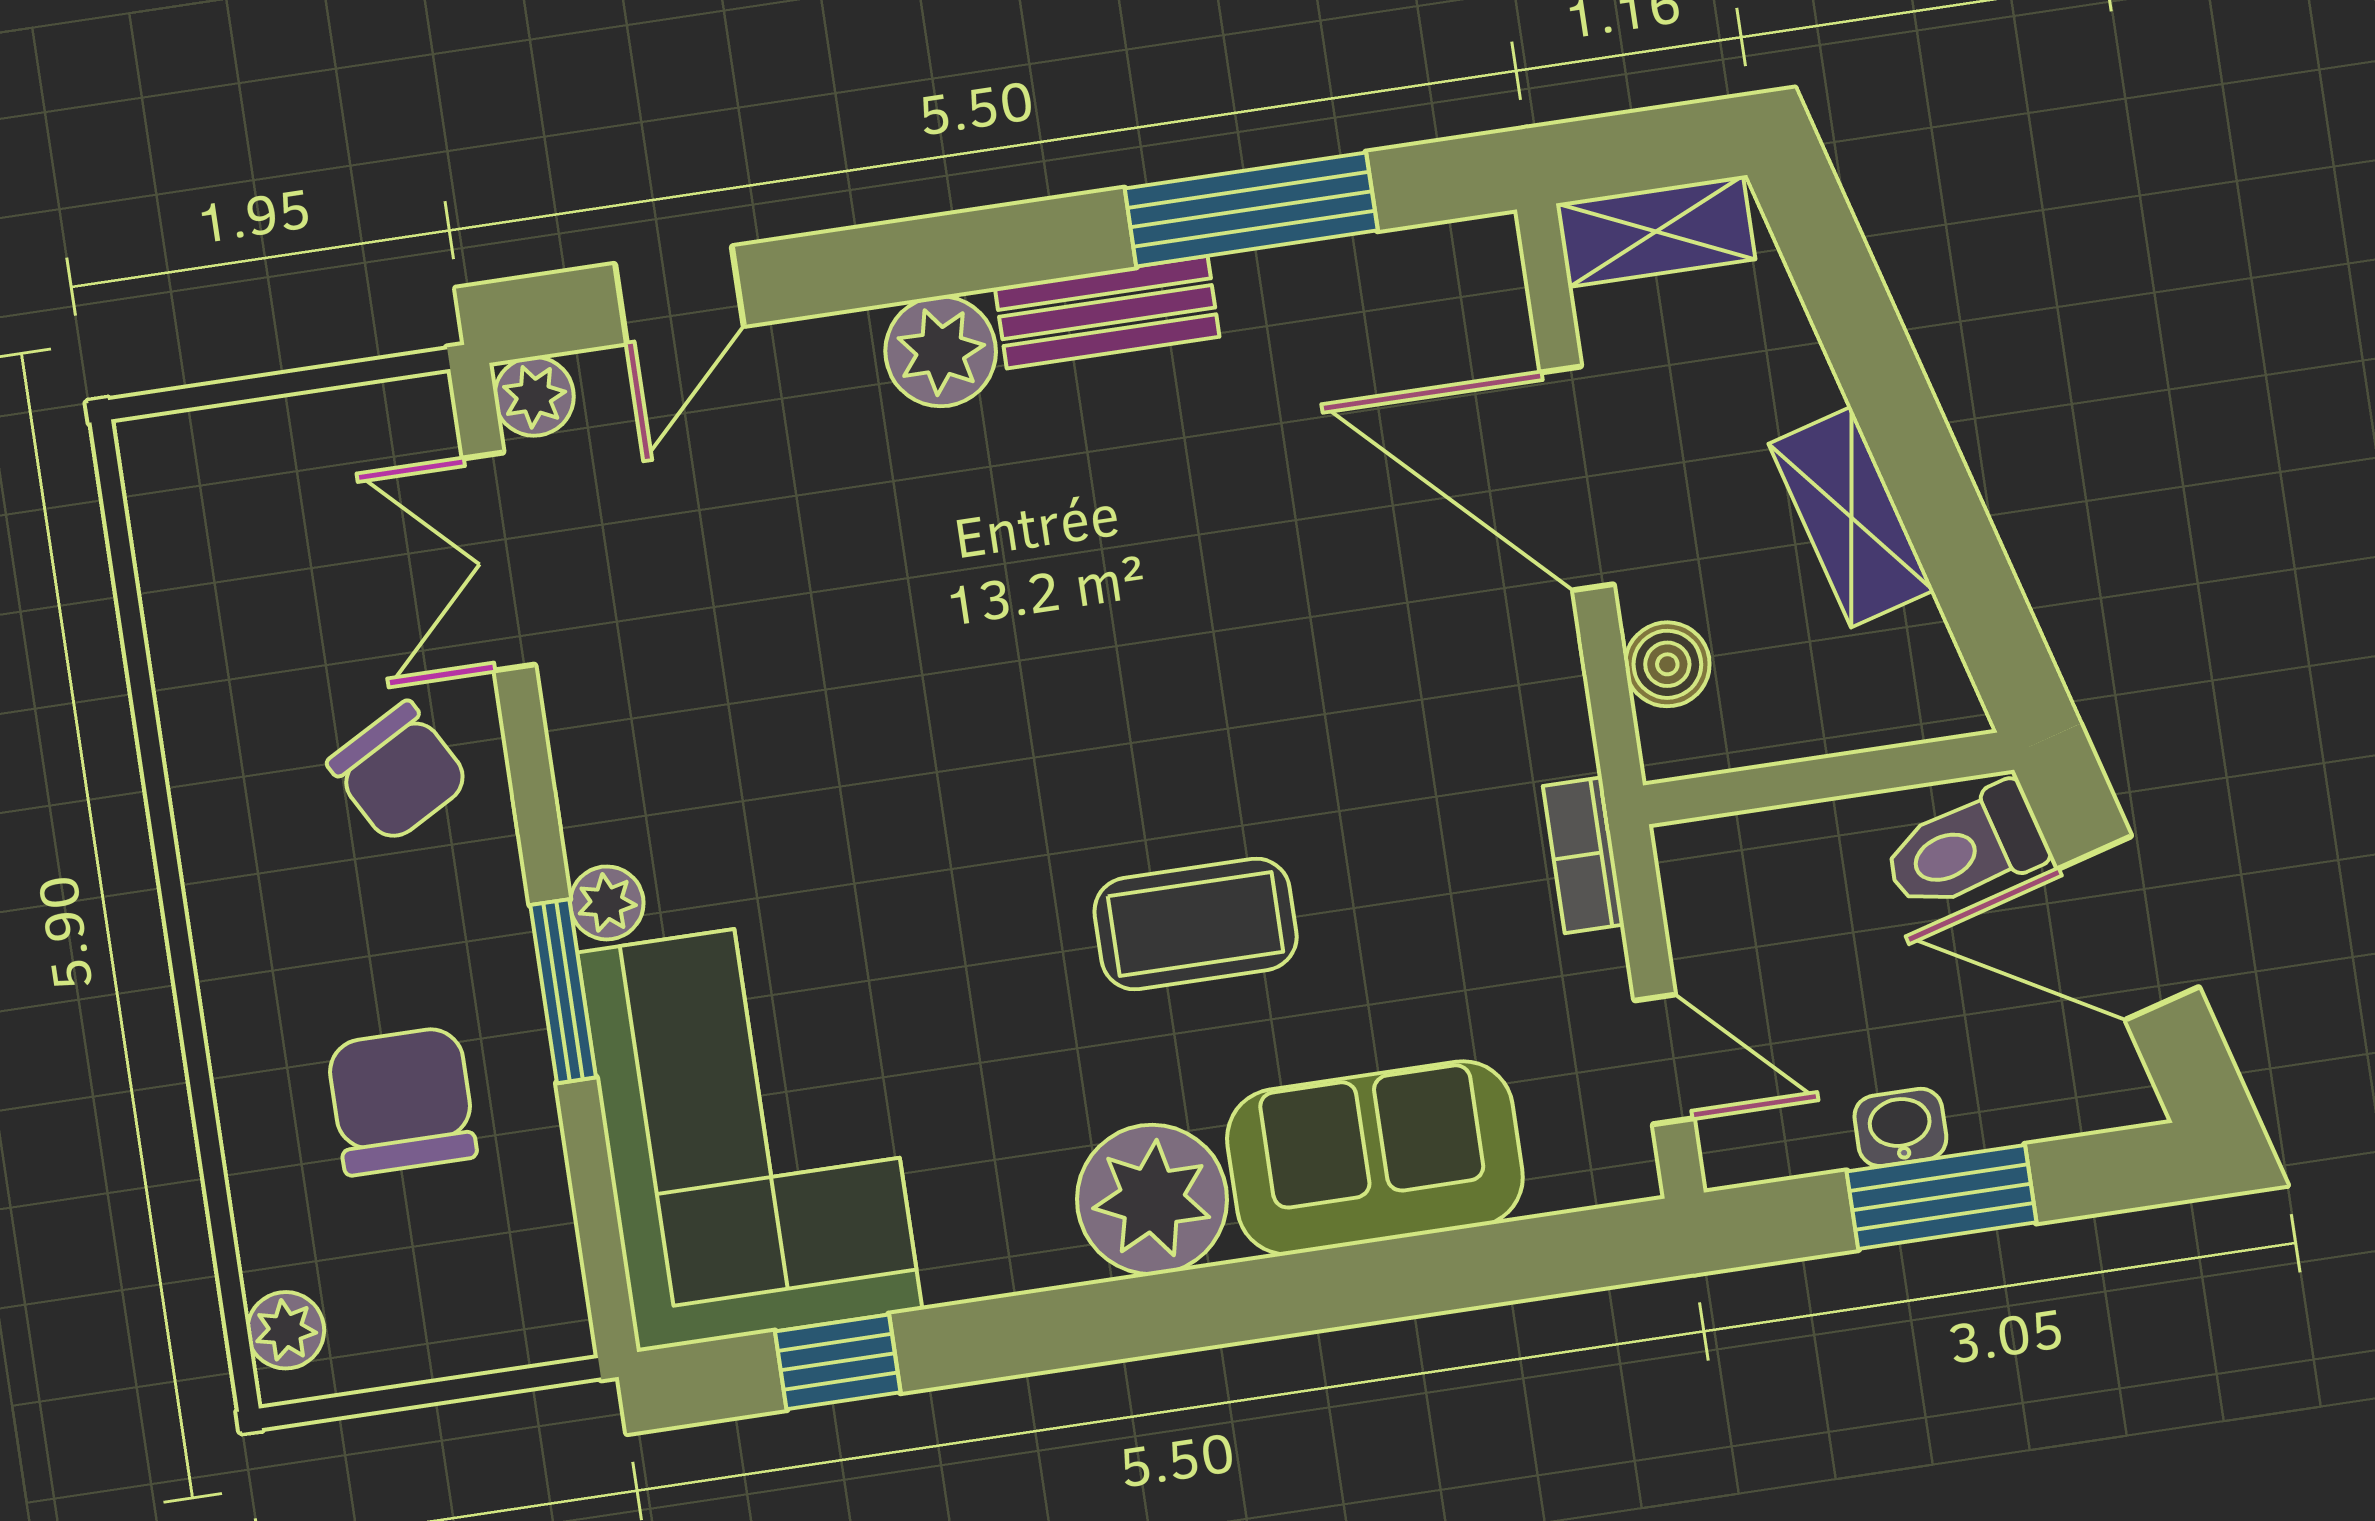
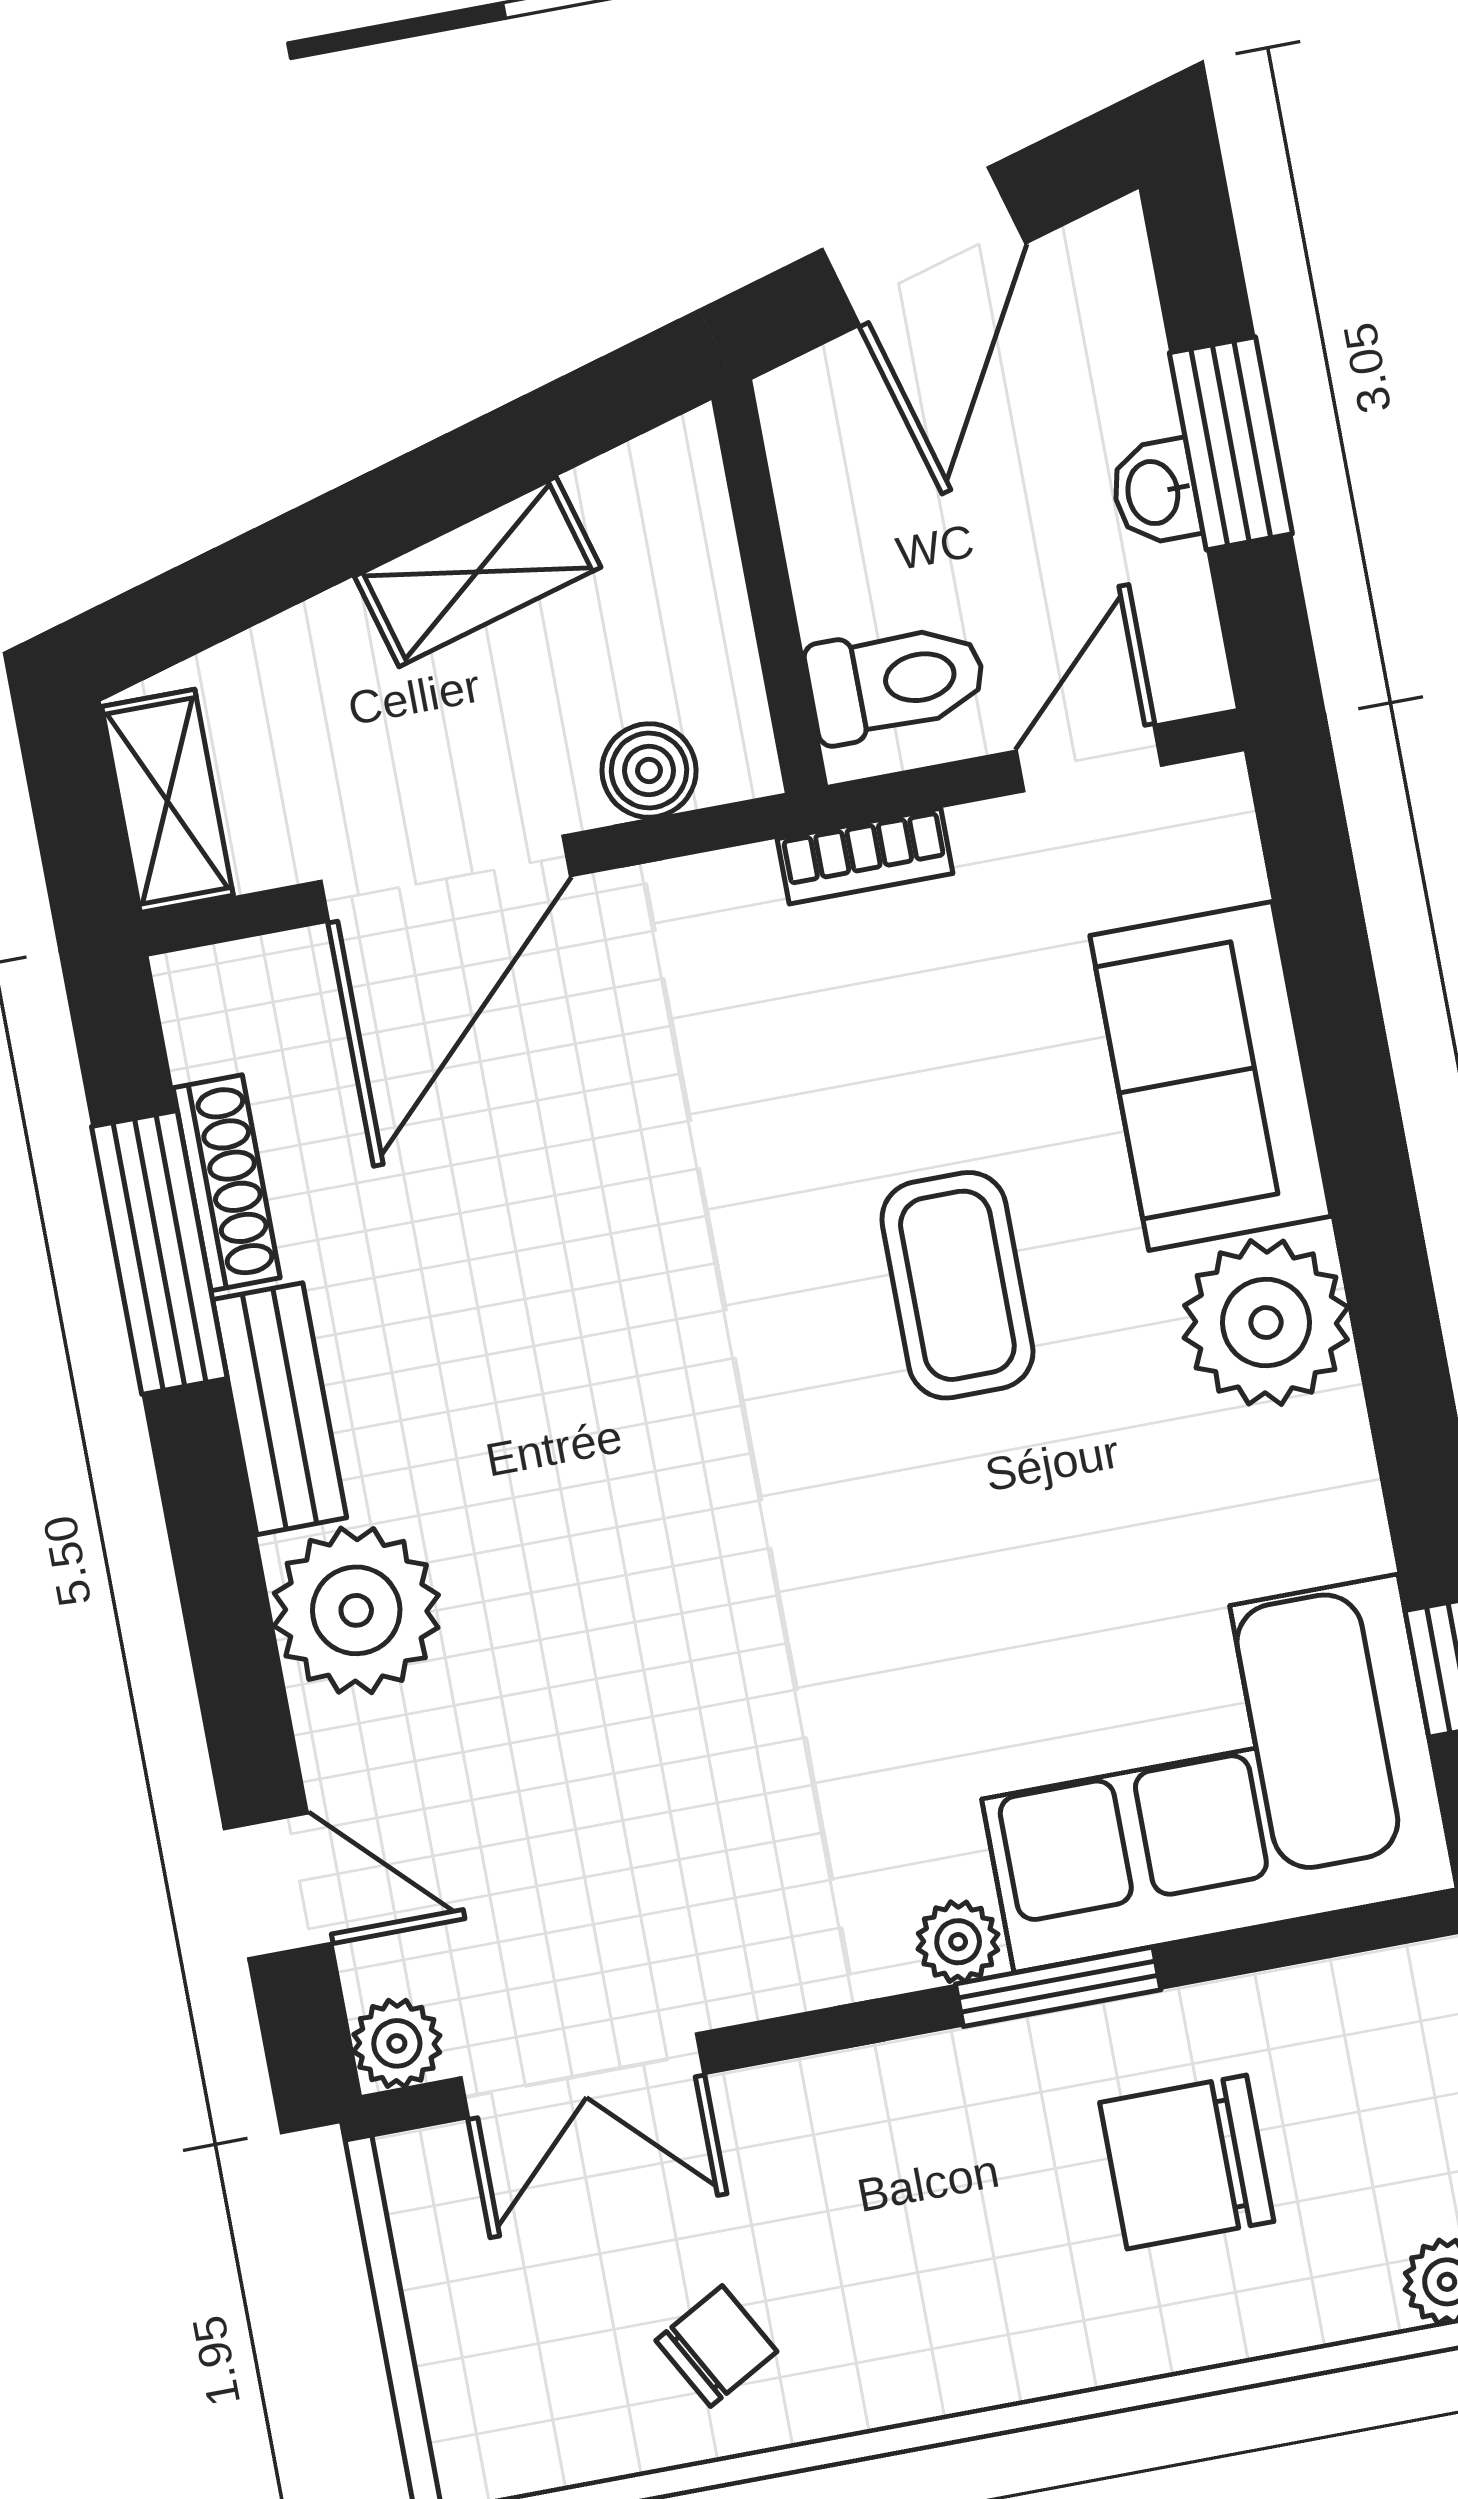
shoe rack: (1312, 272) -> (227, 1183), added
plant: (941, 351) -> (356, 1610), width x1.36, depth x1.36
chair: (399, 772) -> (716, 2346), moved, width x0.73, depth x0.73
toilet: (1965, 848) -> (896, 682), moved, turned -74

